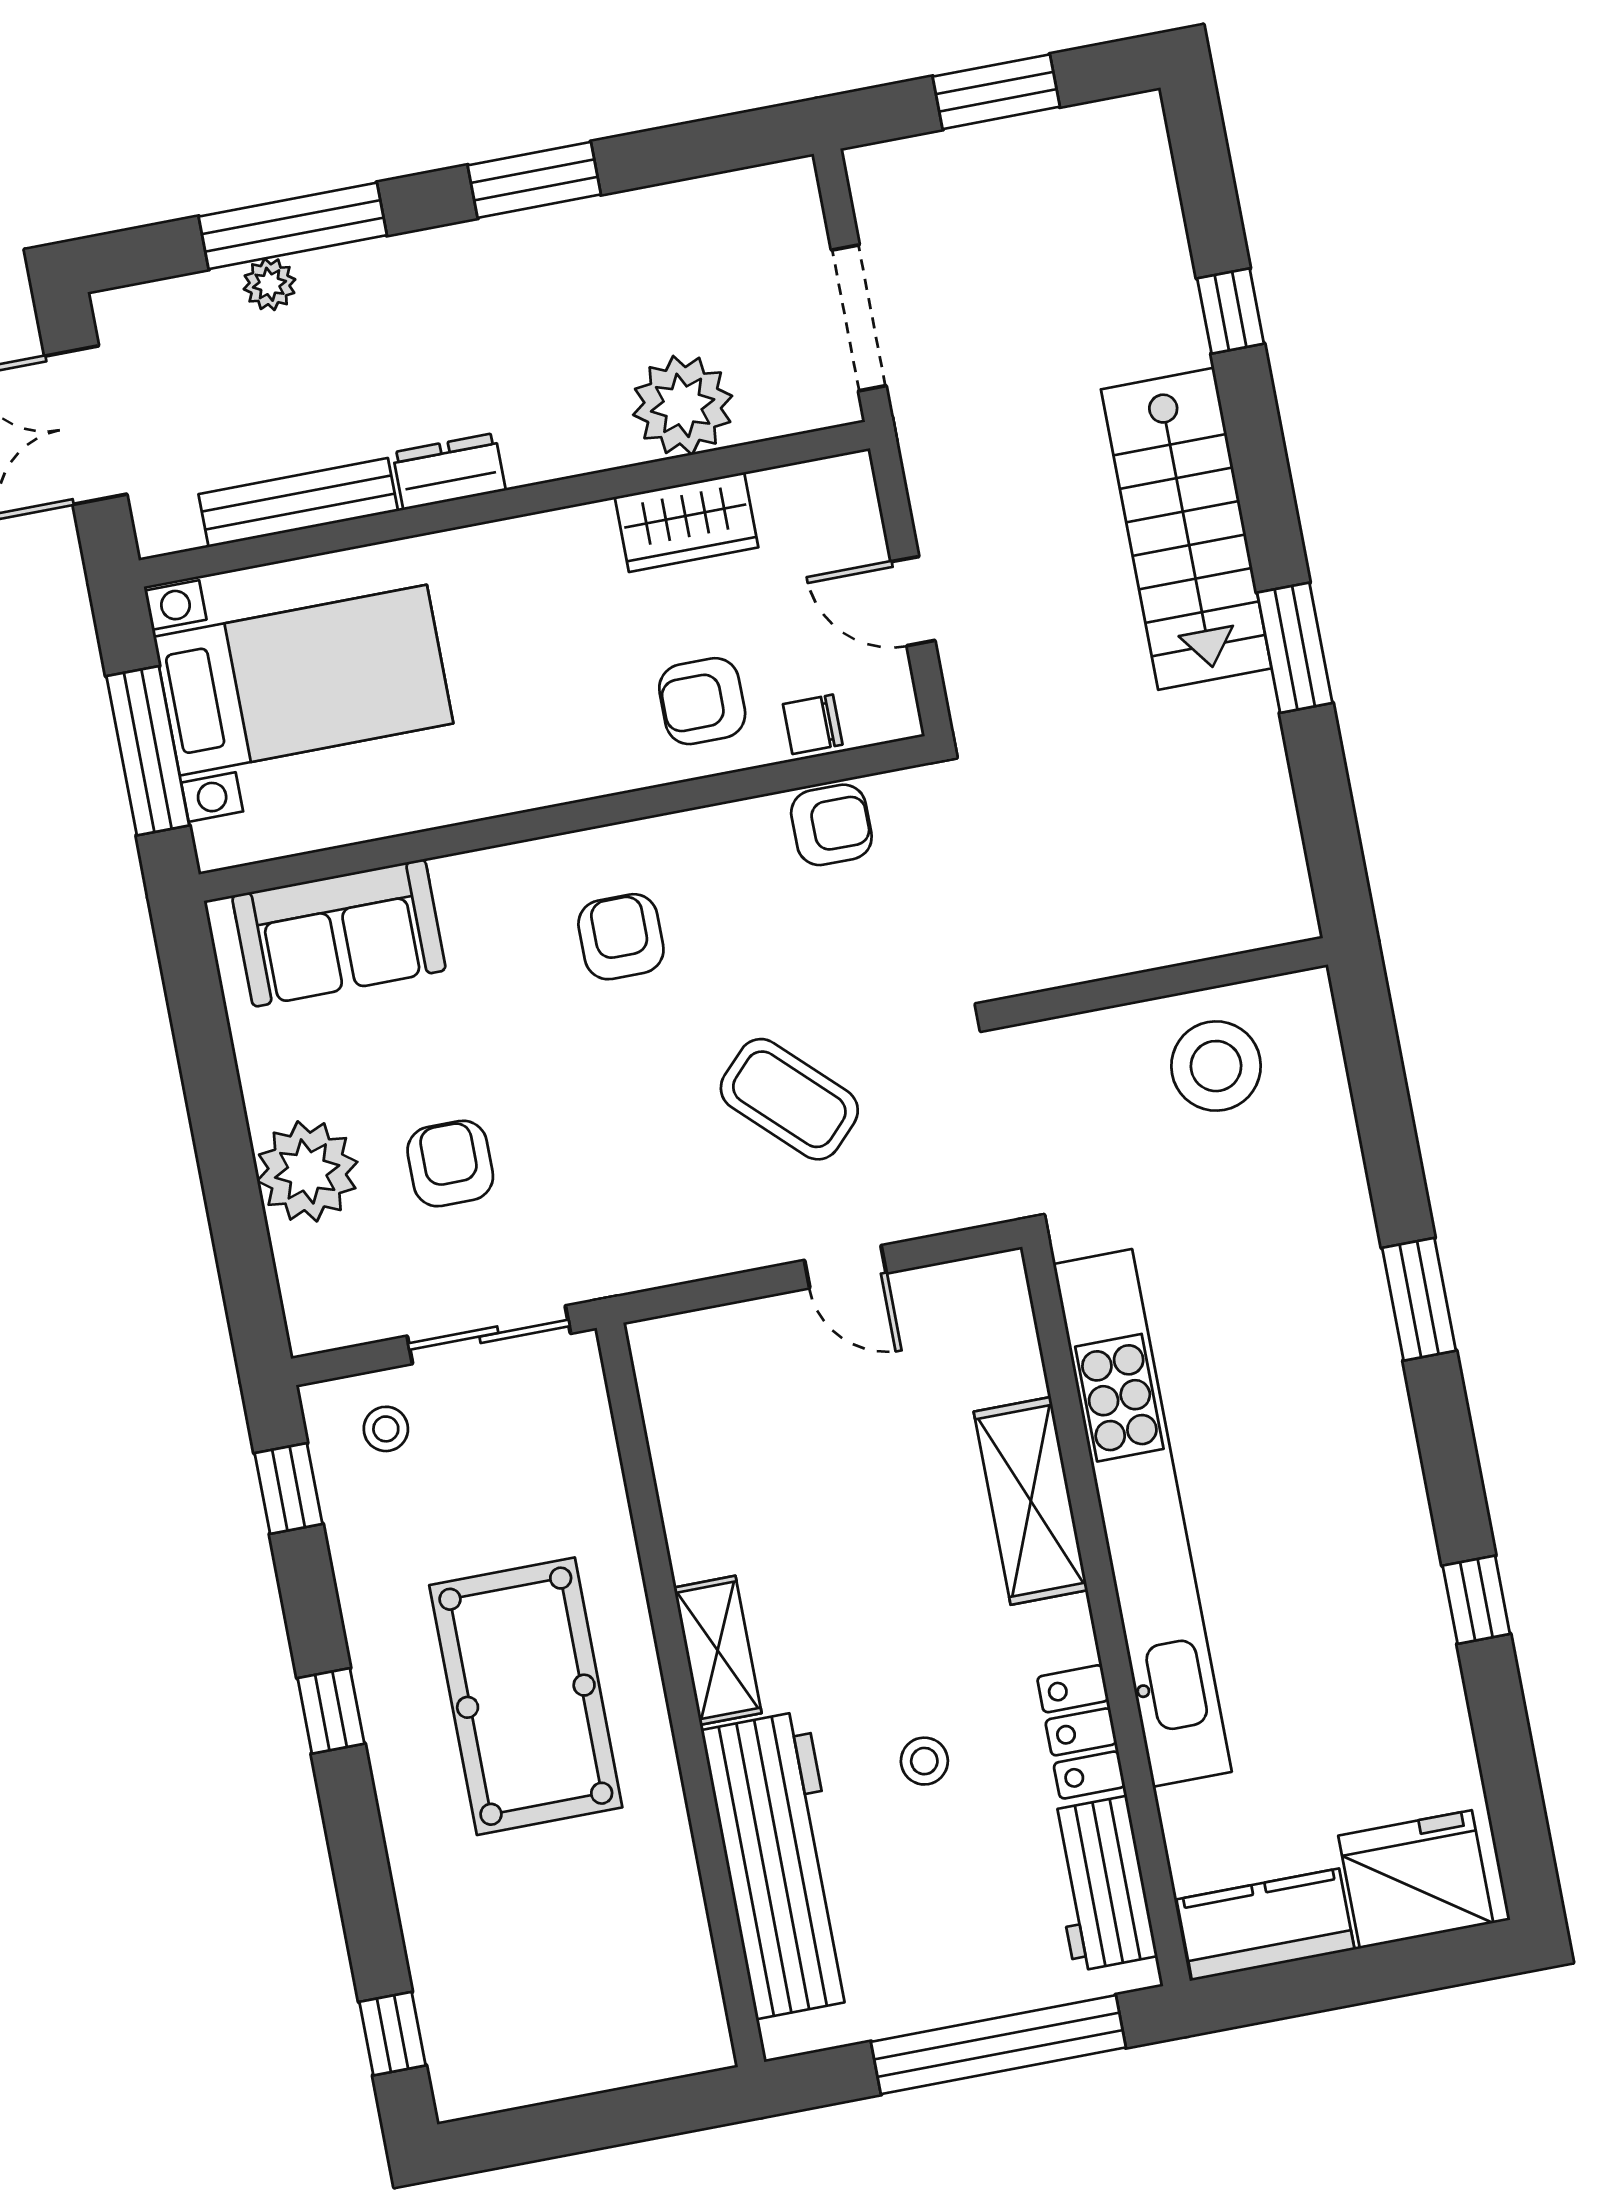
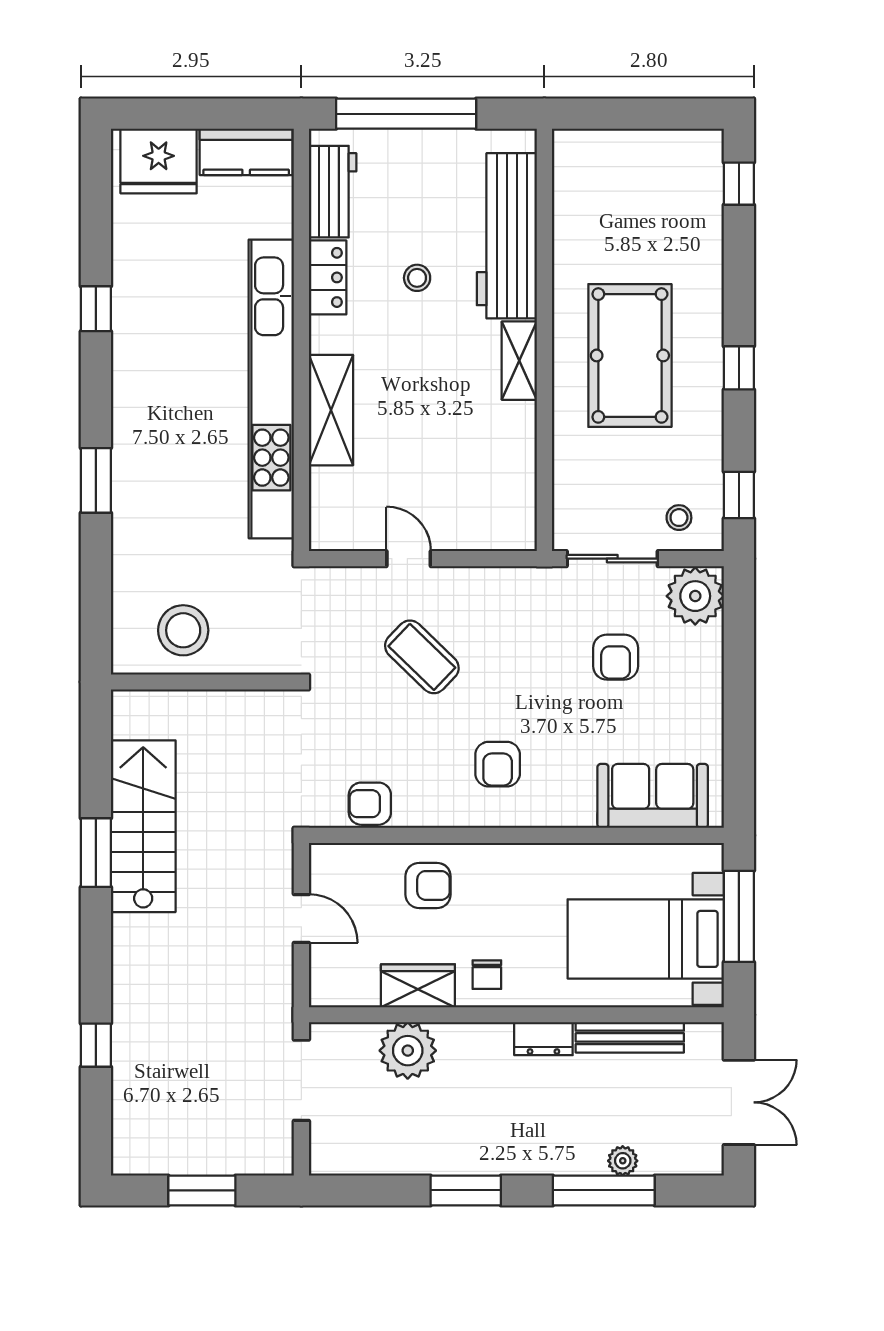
stairs: (1186, 529) -> (143, 826), moved
chair: (813, 724) -> (487, 975), moved, turned 90
plant: (307, 1171) -> (695, 596), moved

